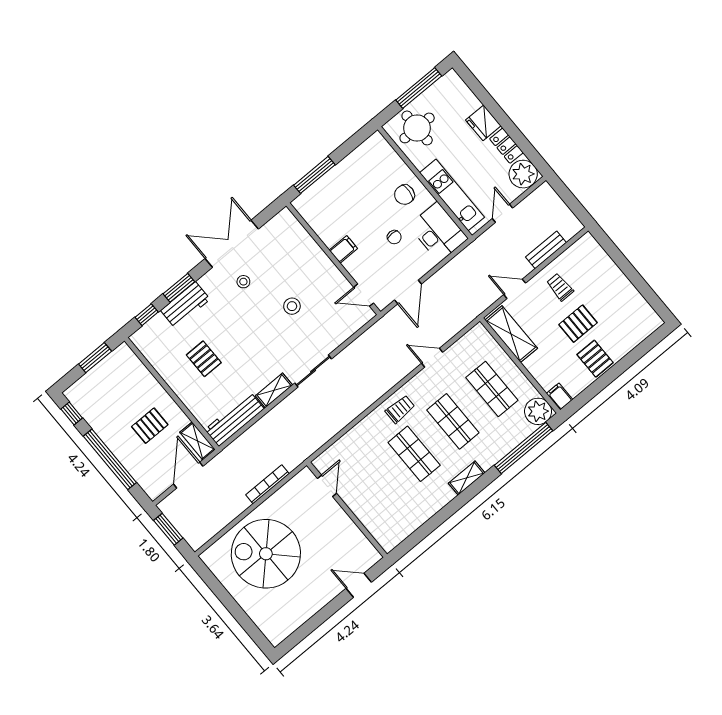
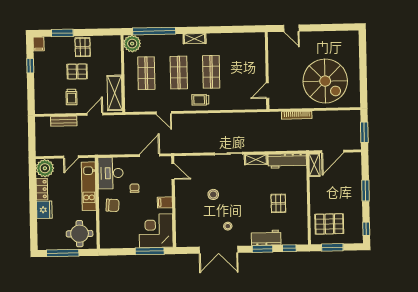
corner desk: (326, 206) -> (156, 231), added
window: (641, 285) -> (30, 66), added
door: (515, 289) -> (95, 114), swing flipped
window: (634, 356) -> (62, 33), added
filing cabinet: (560, 397) -> (39, 44), moved
pallet: (150, 426) -> (329, 224), moved, width x1.50, depth x1.42
window: (110, 459) -> (365, 191), width x0.47

